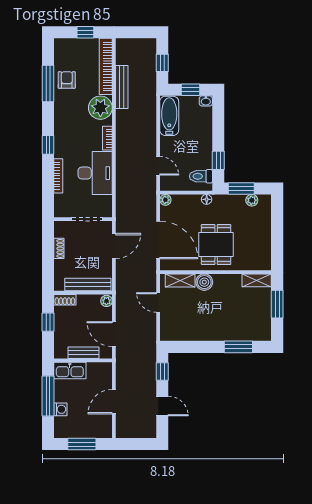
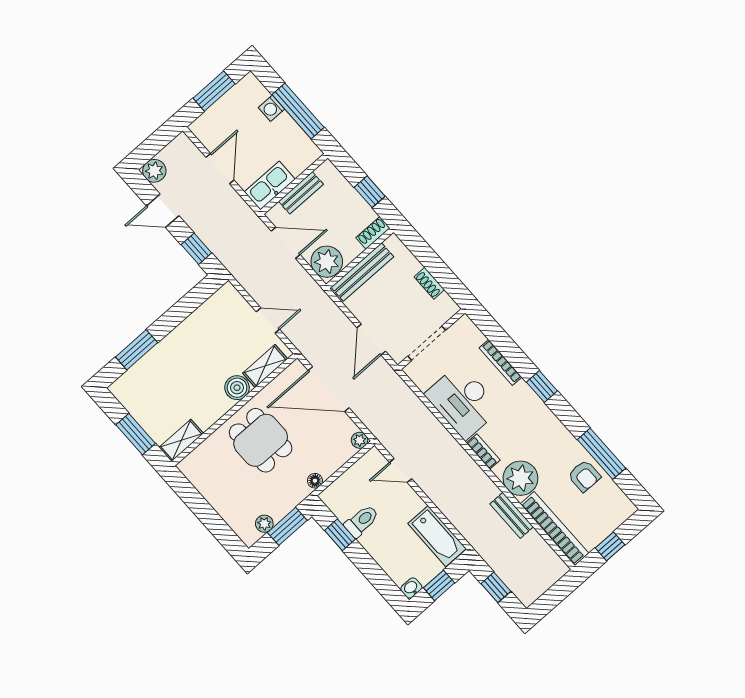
bench: (122, 87) -> (512, 515), width x0.73
toilet: (201, 176) -> (362, 521), moved
plant: (106, 301) -> (327, 262), width x1.88, depth x1.88
kitchen sink: (70, 371) -> (270, 186), moved
plant: (149, 430) -> (154, 171), added

